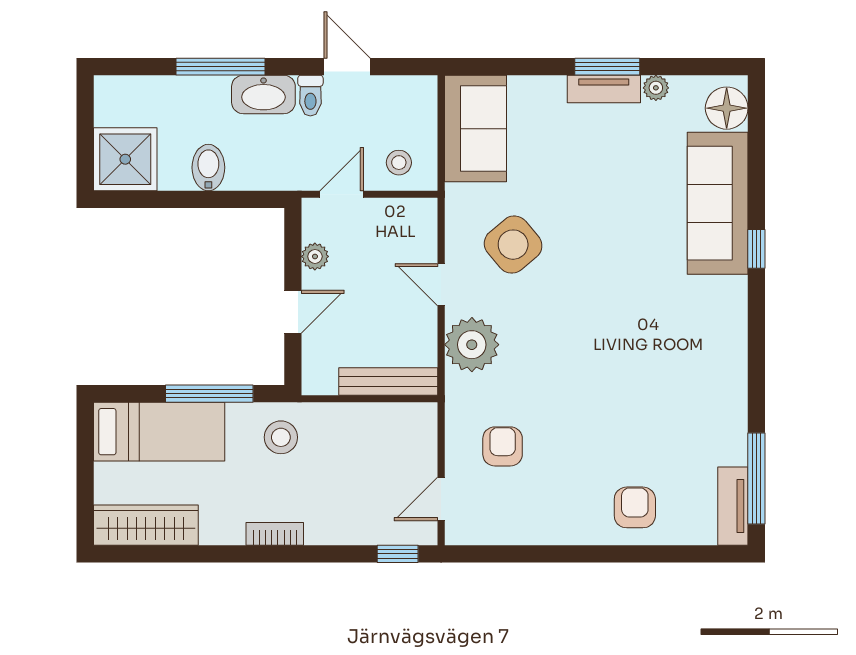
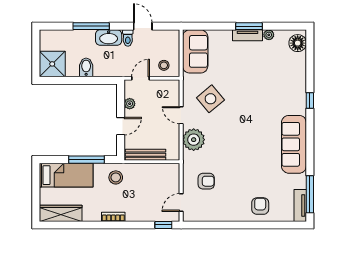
sofa: (718, 203) -> (294, 144), moved
bench: (388, 382) -> (146, 155), moved
armchair: (503, 446) -> (206, 181), turned 90

